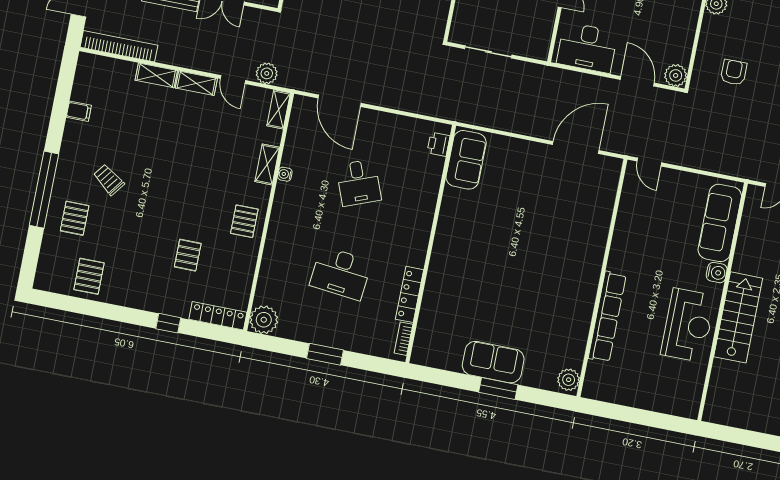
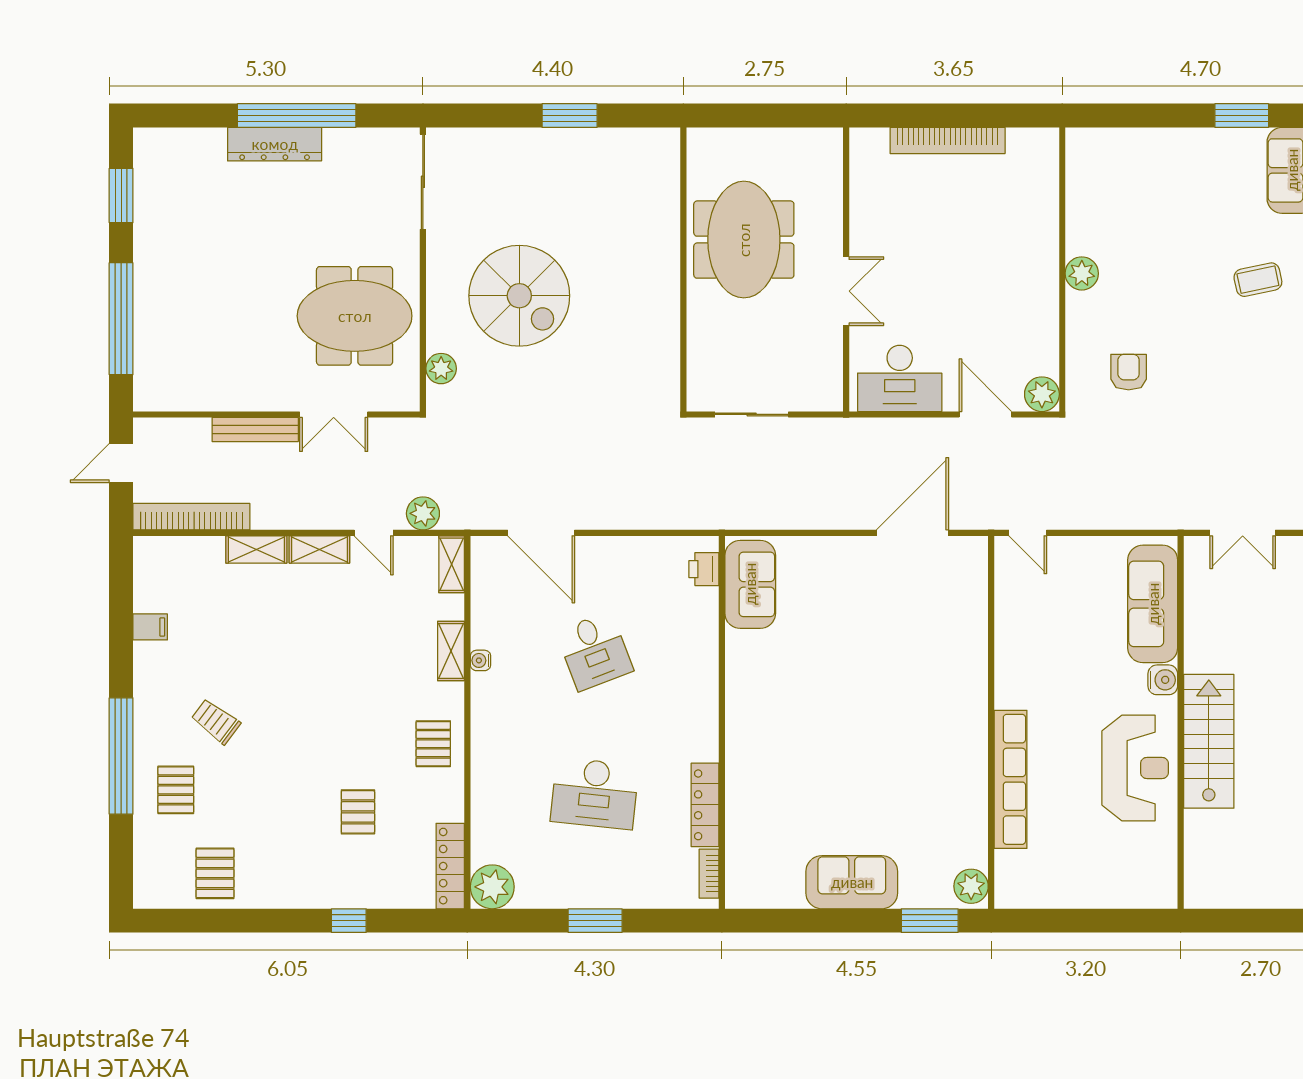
locker: (218, 316) -> (450, 866), moved, turned -90
window: (498, 389) -> (930, 921), moved

